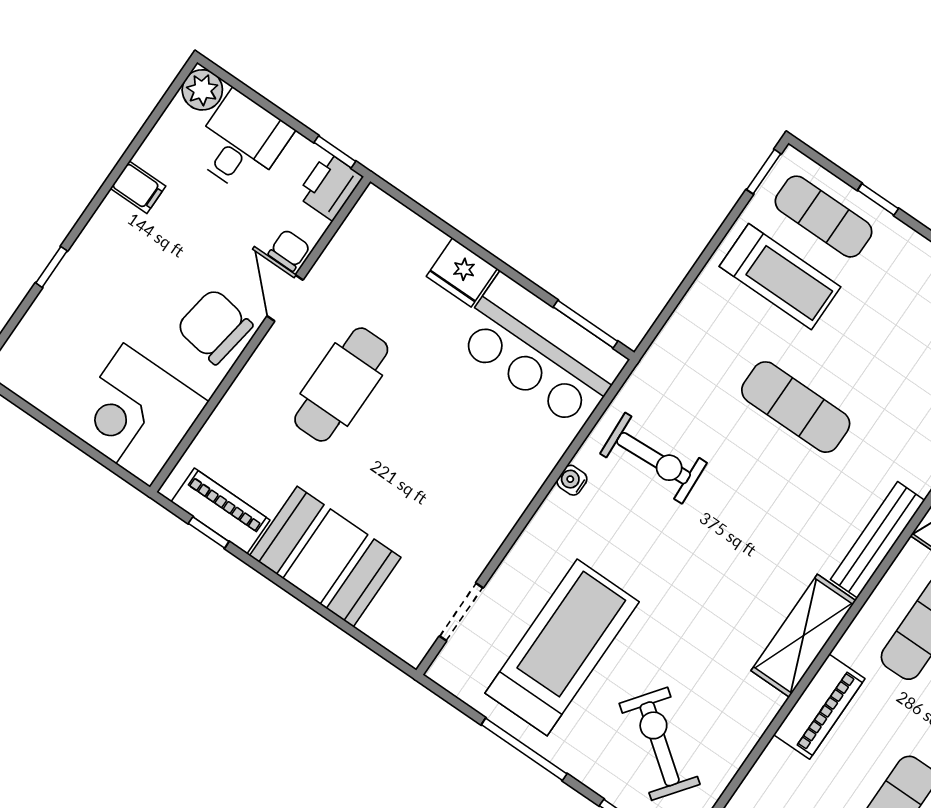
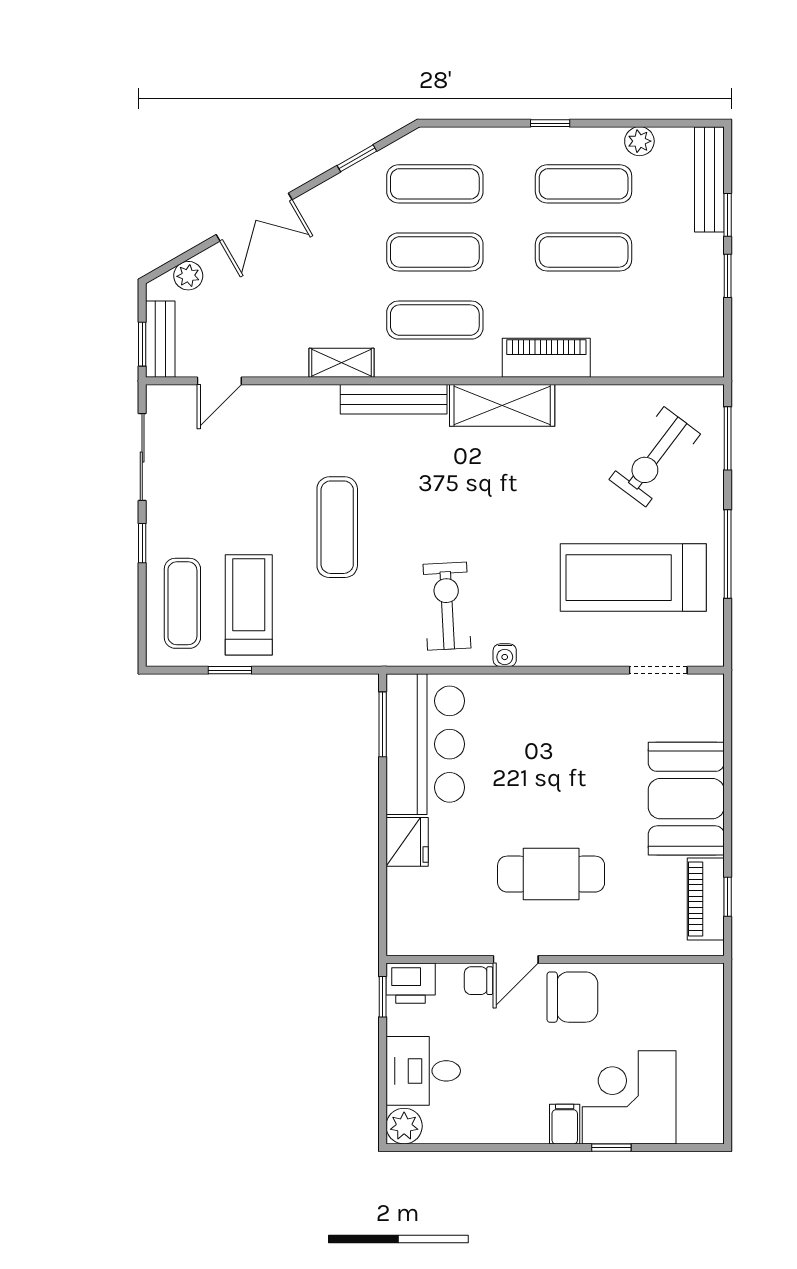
window: (764, 172) -> (230, 670), moved
filing cabinet: (138, 187) -> (565, 1124), moved
window: (878, 199) -> (142, 543), moved
chair: (215, 326) -> (572, 997), turned -99
corner desk: (137, 415) -> (629, 1097), moved, turned 180

